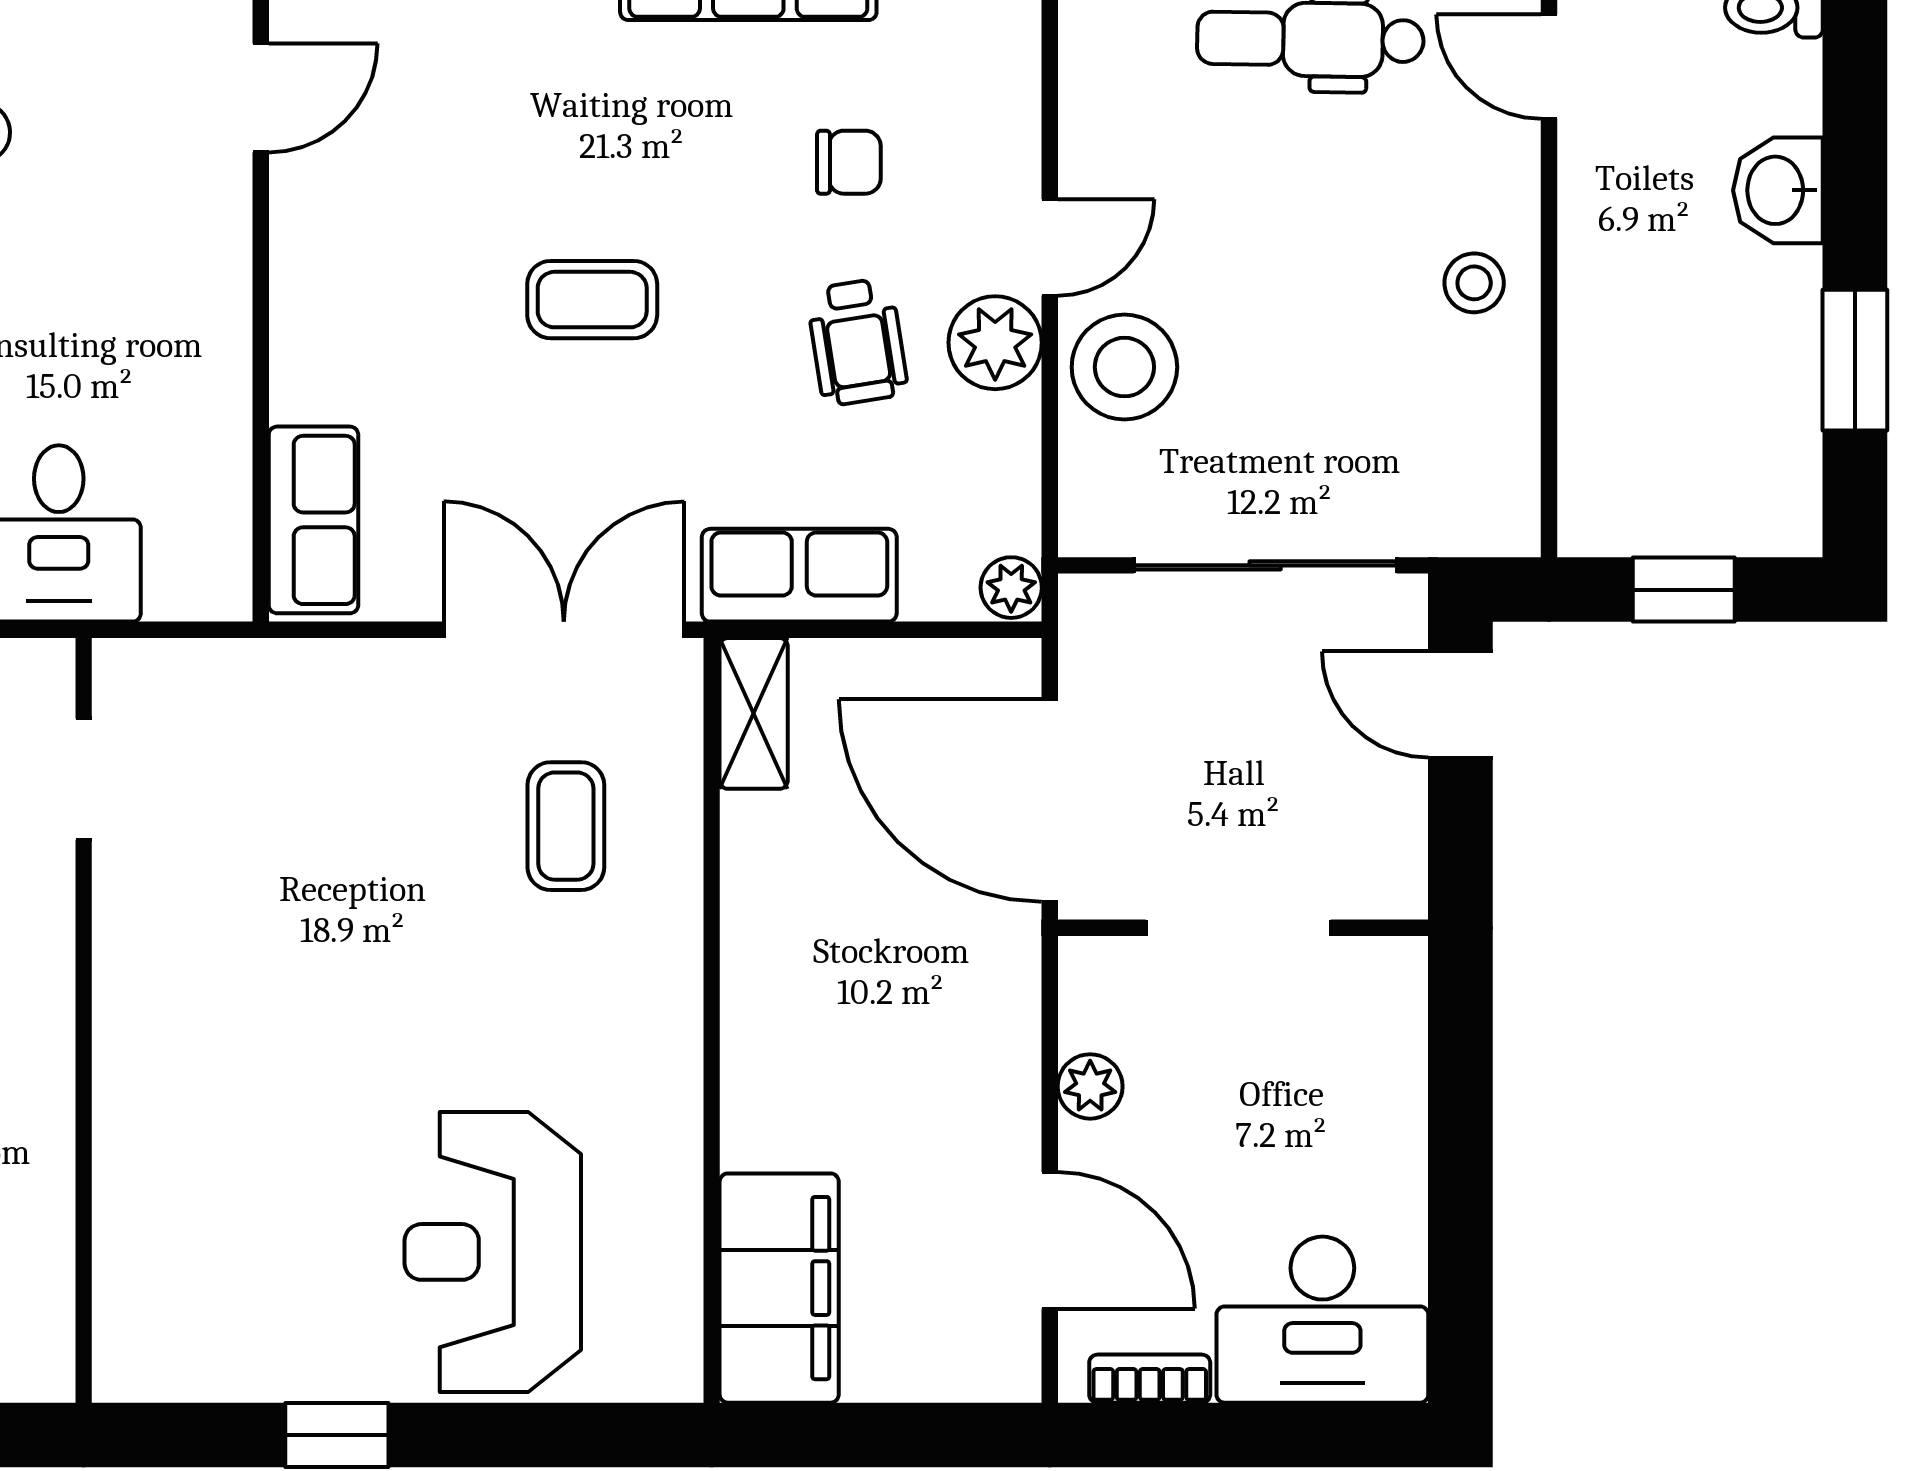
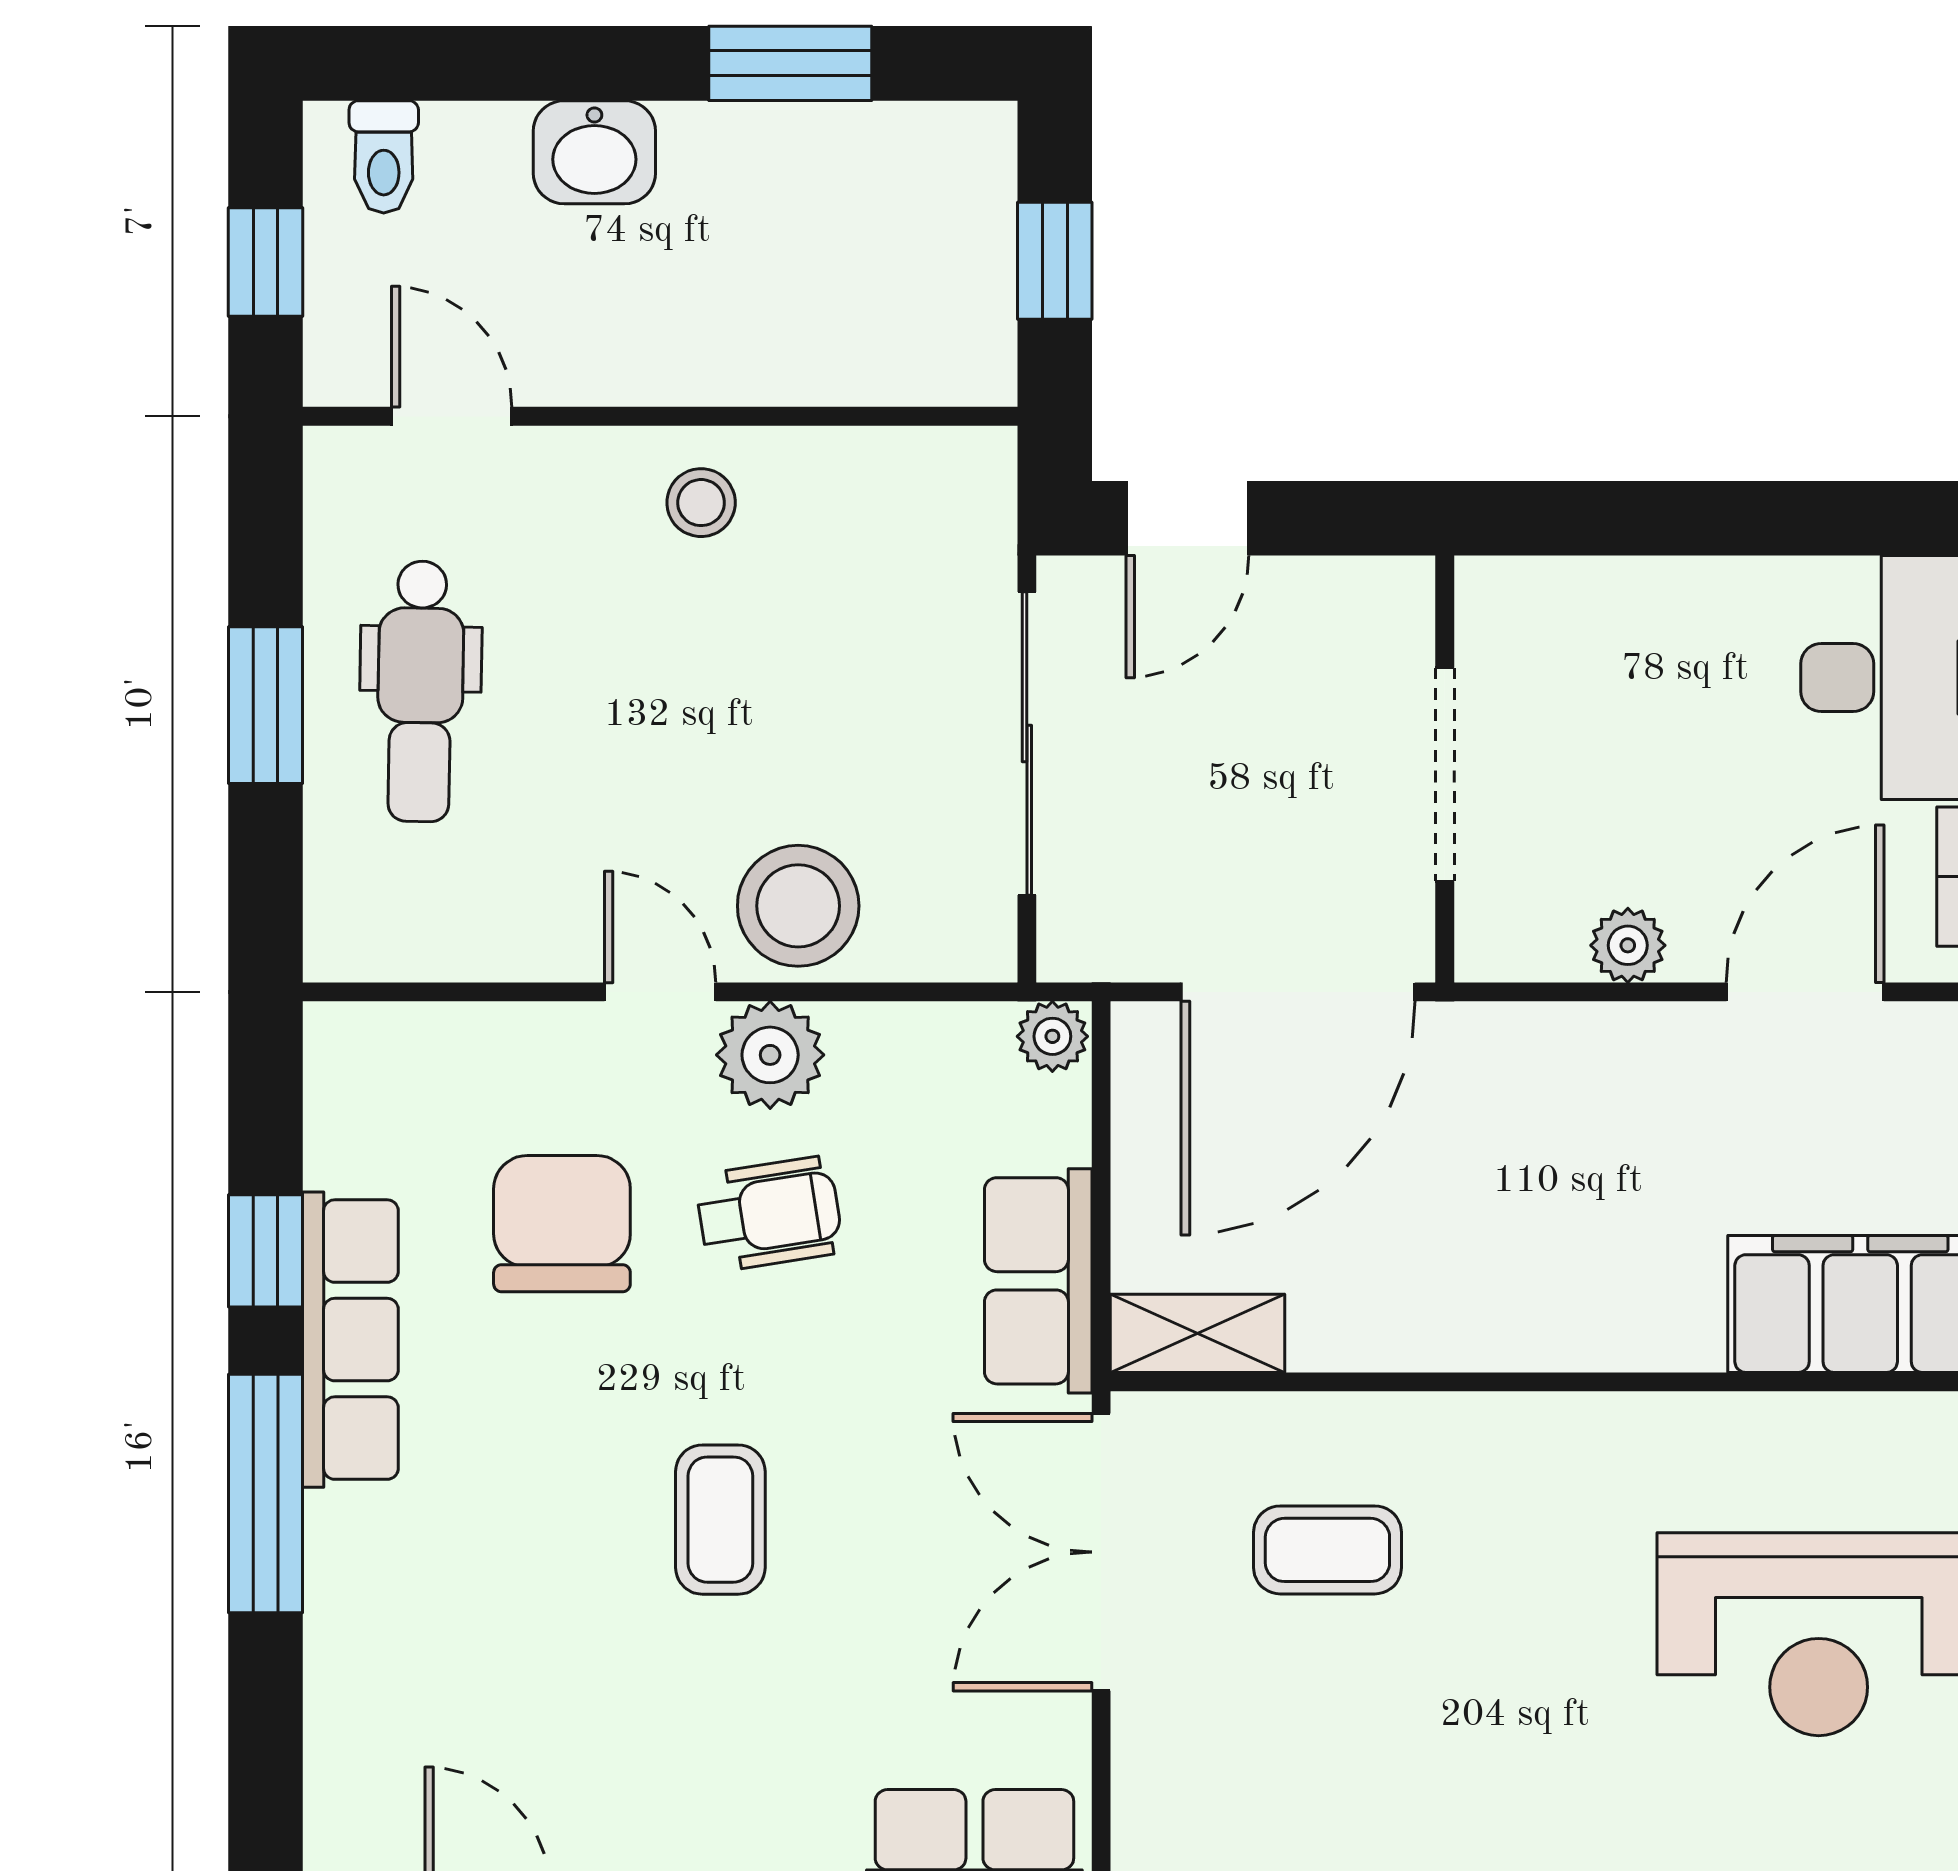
door: (1549, 67) -> (452, 416), swing flipped
chair: (849, 162) -> (562, 1224), width x1.87, depth x1.87

